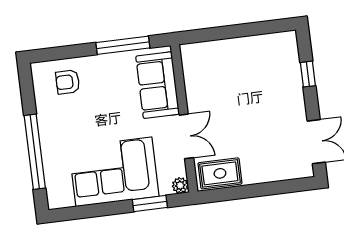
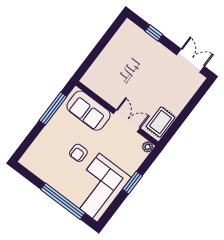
armchair: (68, 82) -> (78, 153), moved
corner sofa: (114, 172) -> (98, 188), moved
window: (150, 203) -> (132, 183), moved

